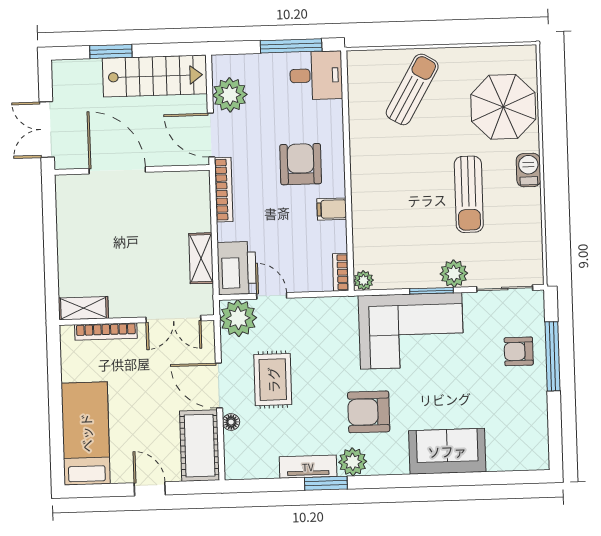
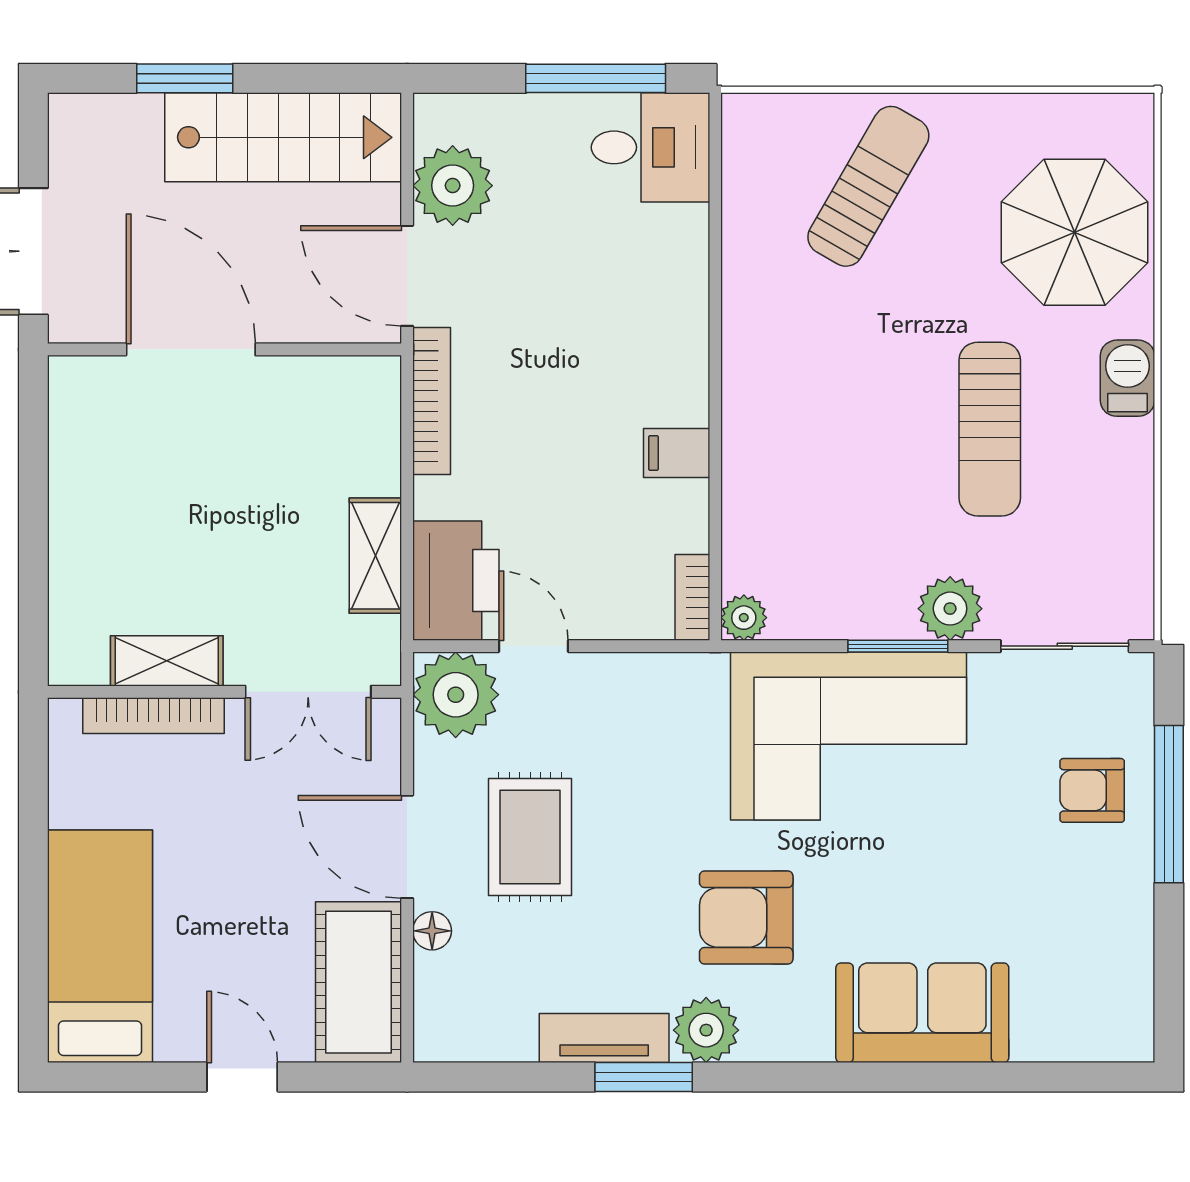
armchair: (301, 164) -> (609, 348), removed
shelving: (83, 308) -> (167, 661), moved

